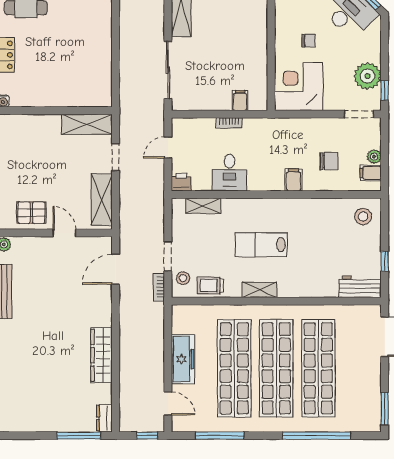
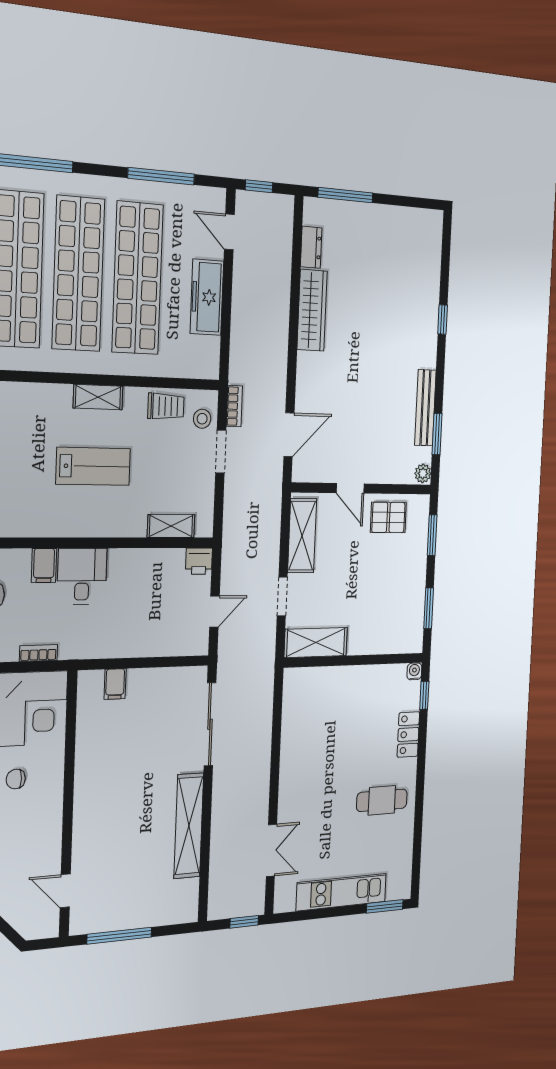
bookcase: (229, 123) -> (38, 653), moved
desk: (230, 173) -> (82, 576), moved
dresser: (104, 418) -> (311, 247), moved

